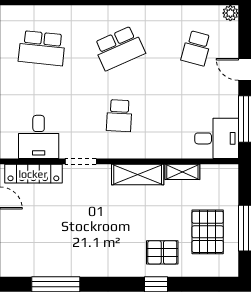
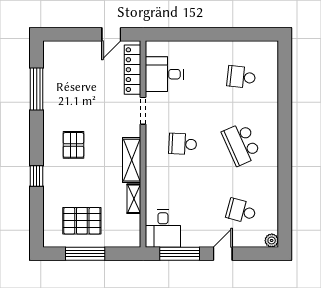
school desk: (42, 48) -> (241, 77), width x0.54
pallet: (162, 252) -> (73, 145), moved

